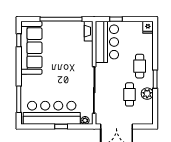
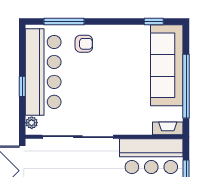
sofa: (31, 48) -> (167, 65), moved, turned 90
armchair: (33, 86) -> (84, 44), added

